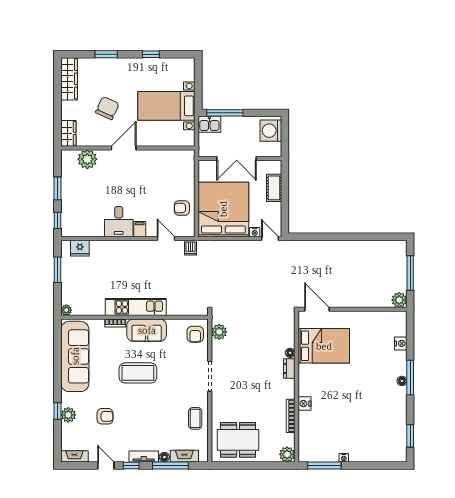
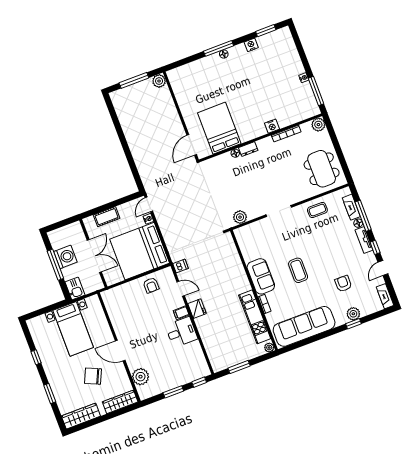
window: (225, 113) -> (55, 265), moved
washing machine: (271, 131) -> (65, 257), moved, turned -90
wardrobe: (68, 133) -> (120, 402), width x1.50
door: (166, 239) -> (181, 289), swing flipped
fridge: (80, 248) -> (197, 309), moved
kitchen unit: (136, 307) -> (255, 317), moved
armchair: (195, 334) -> (249, 236), removed
nightstand: (401, 343) -> (251, 45), moved
coffee table: (138, 373) -> (298, 270), width x0.73, depth x0.76

